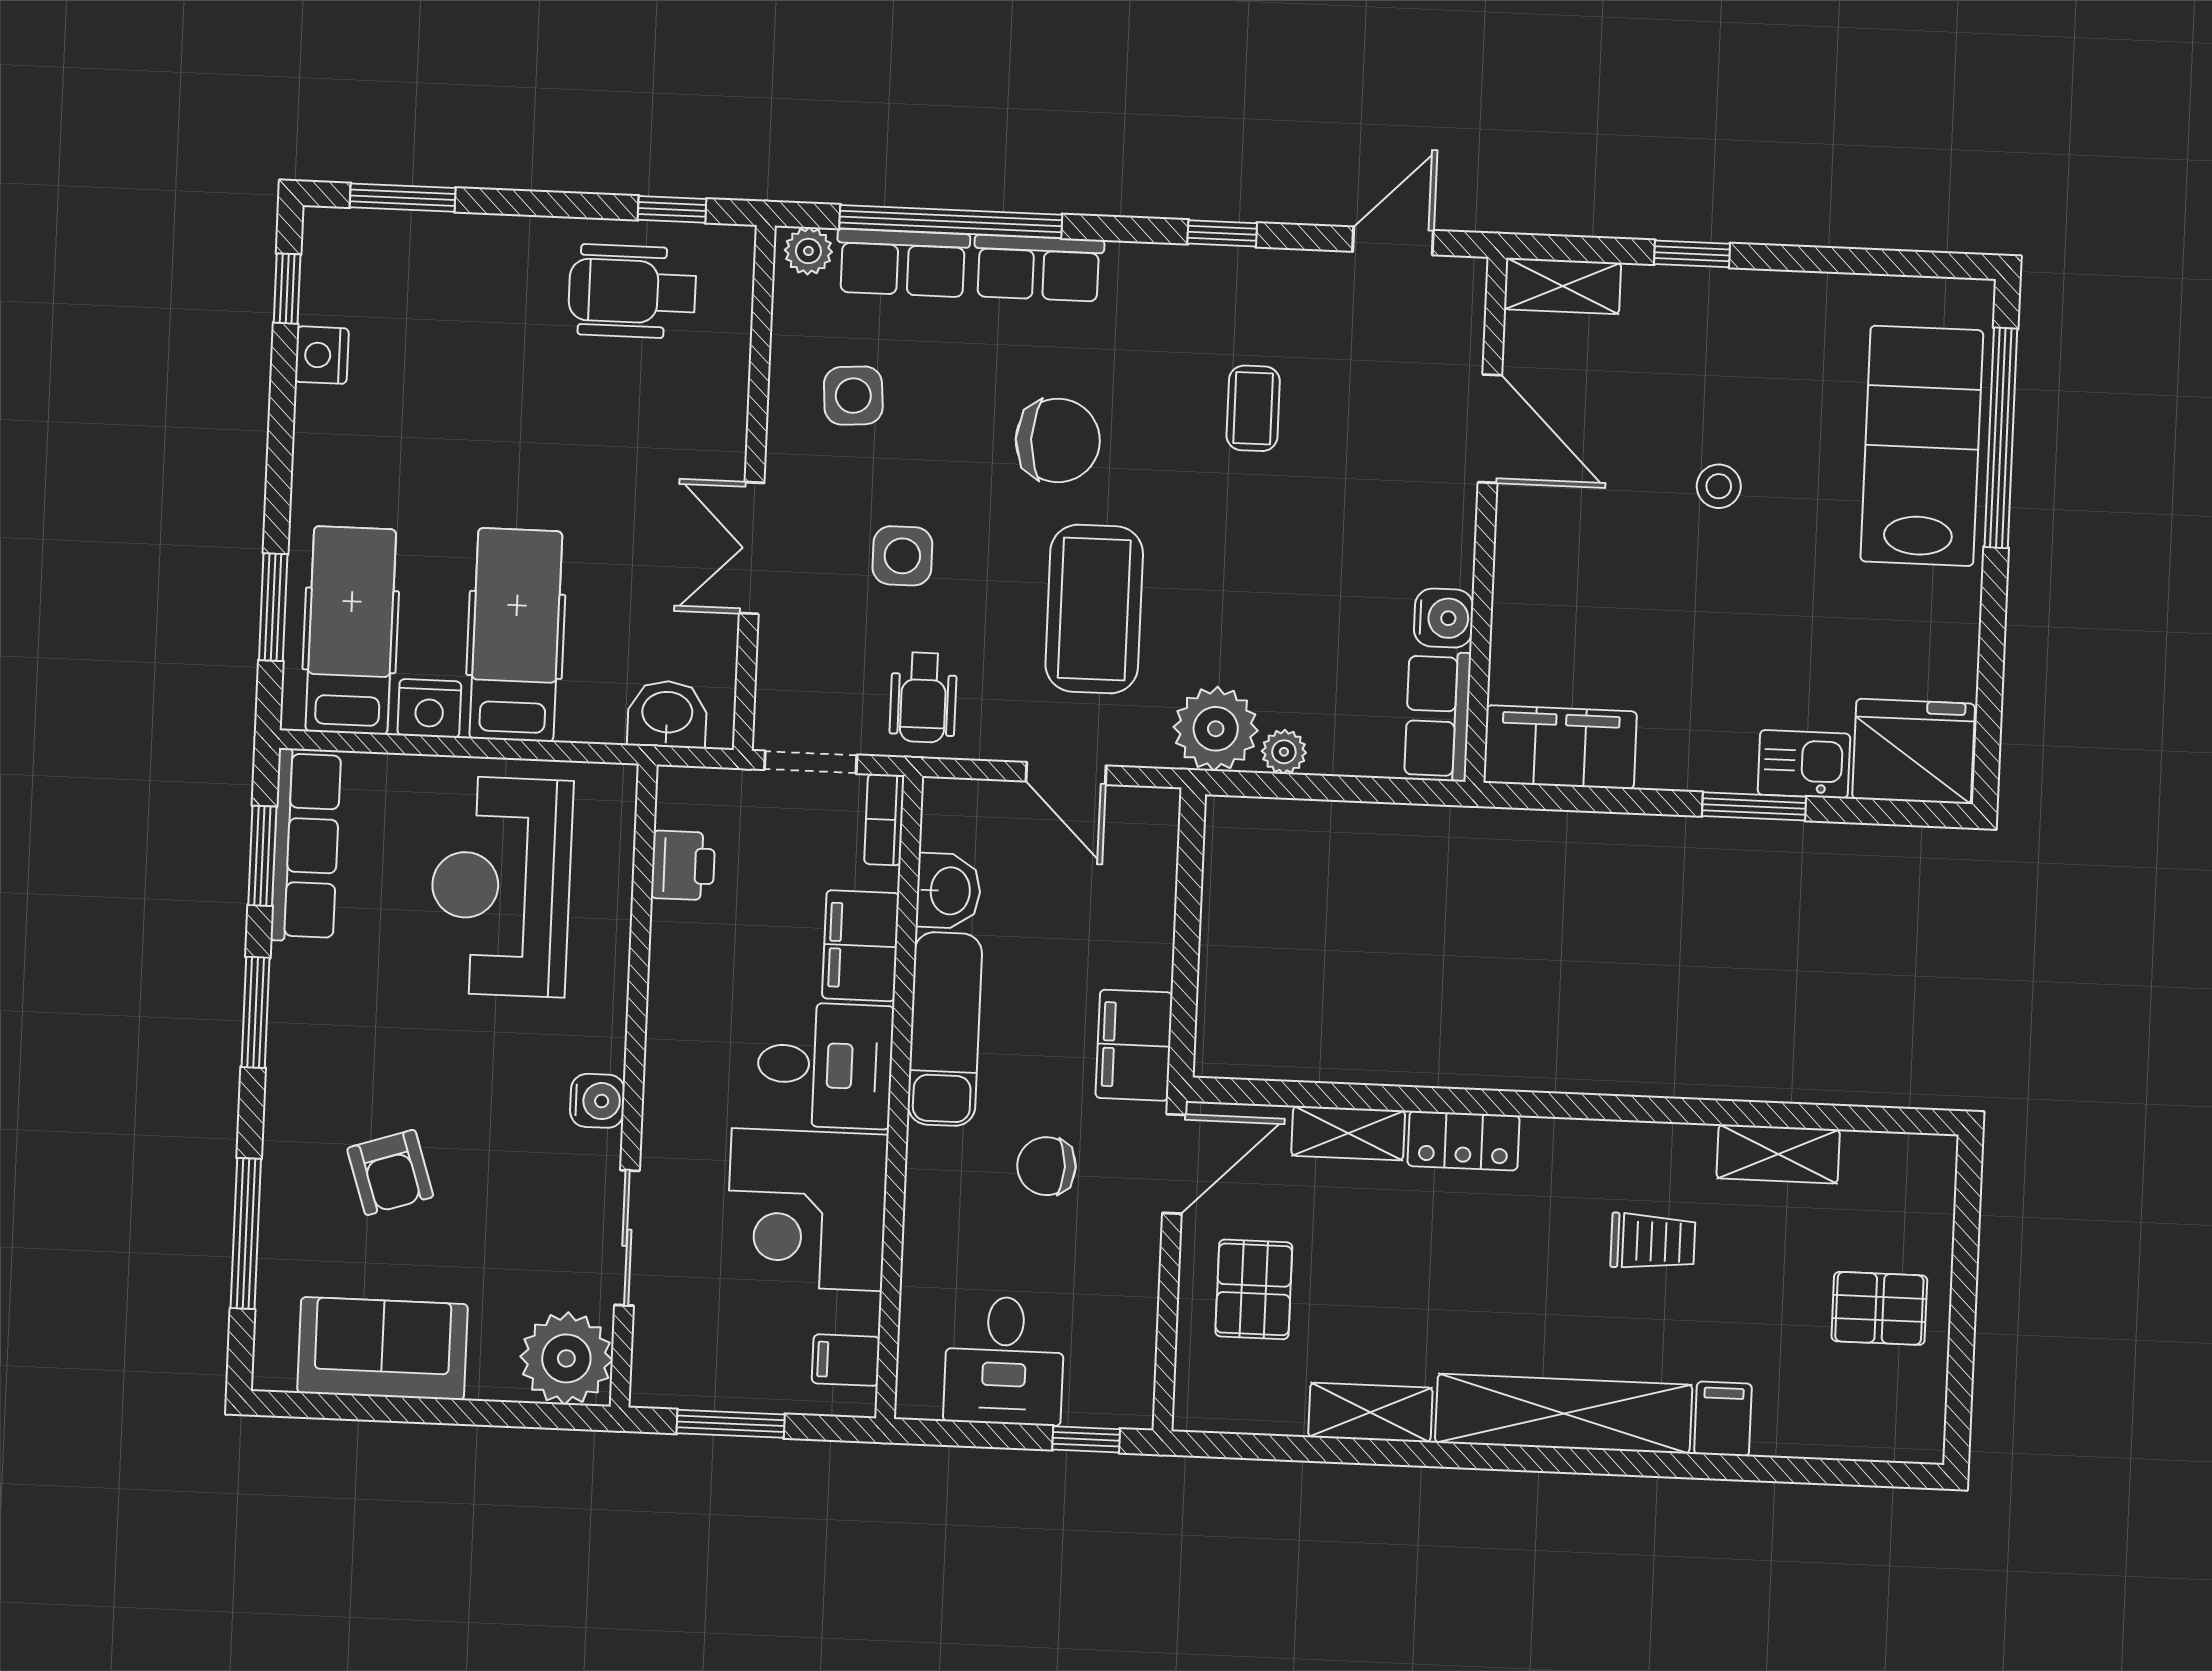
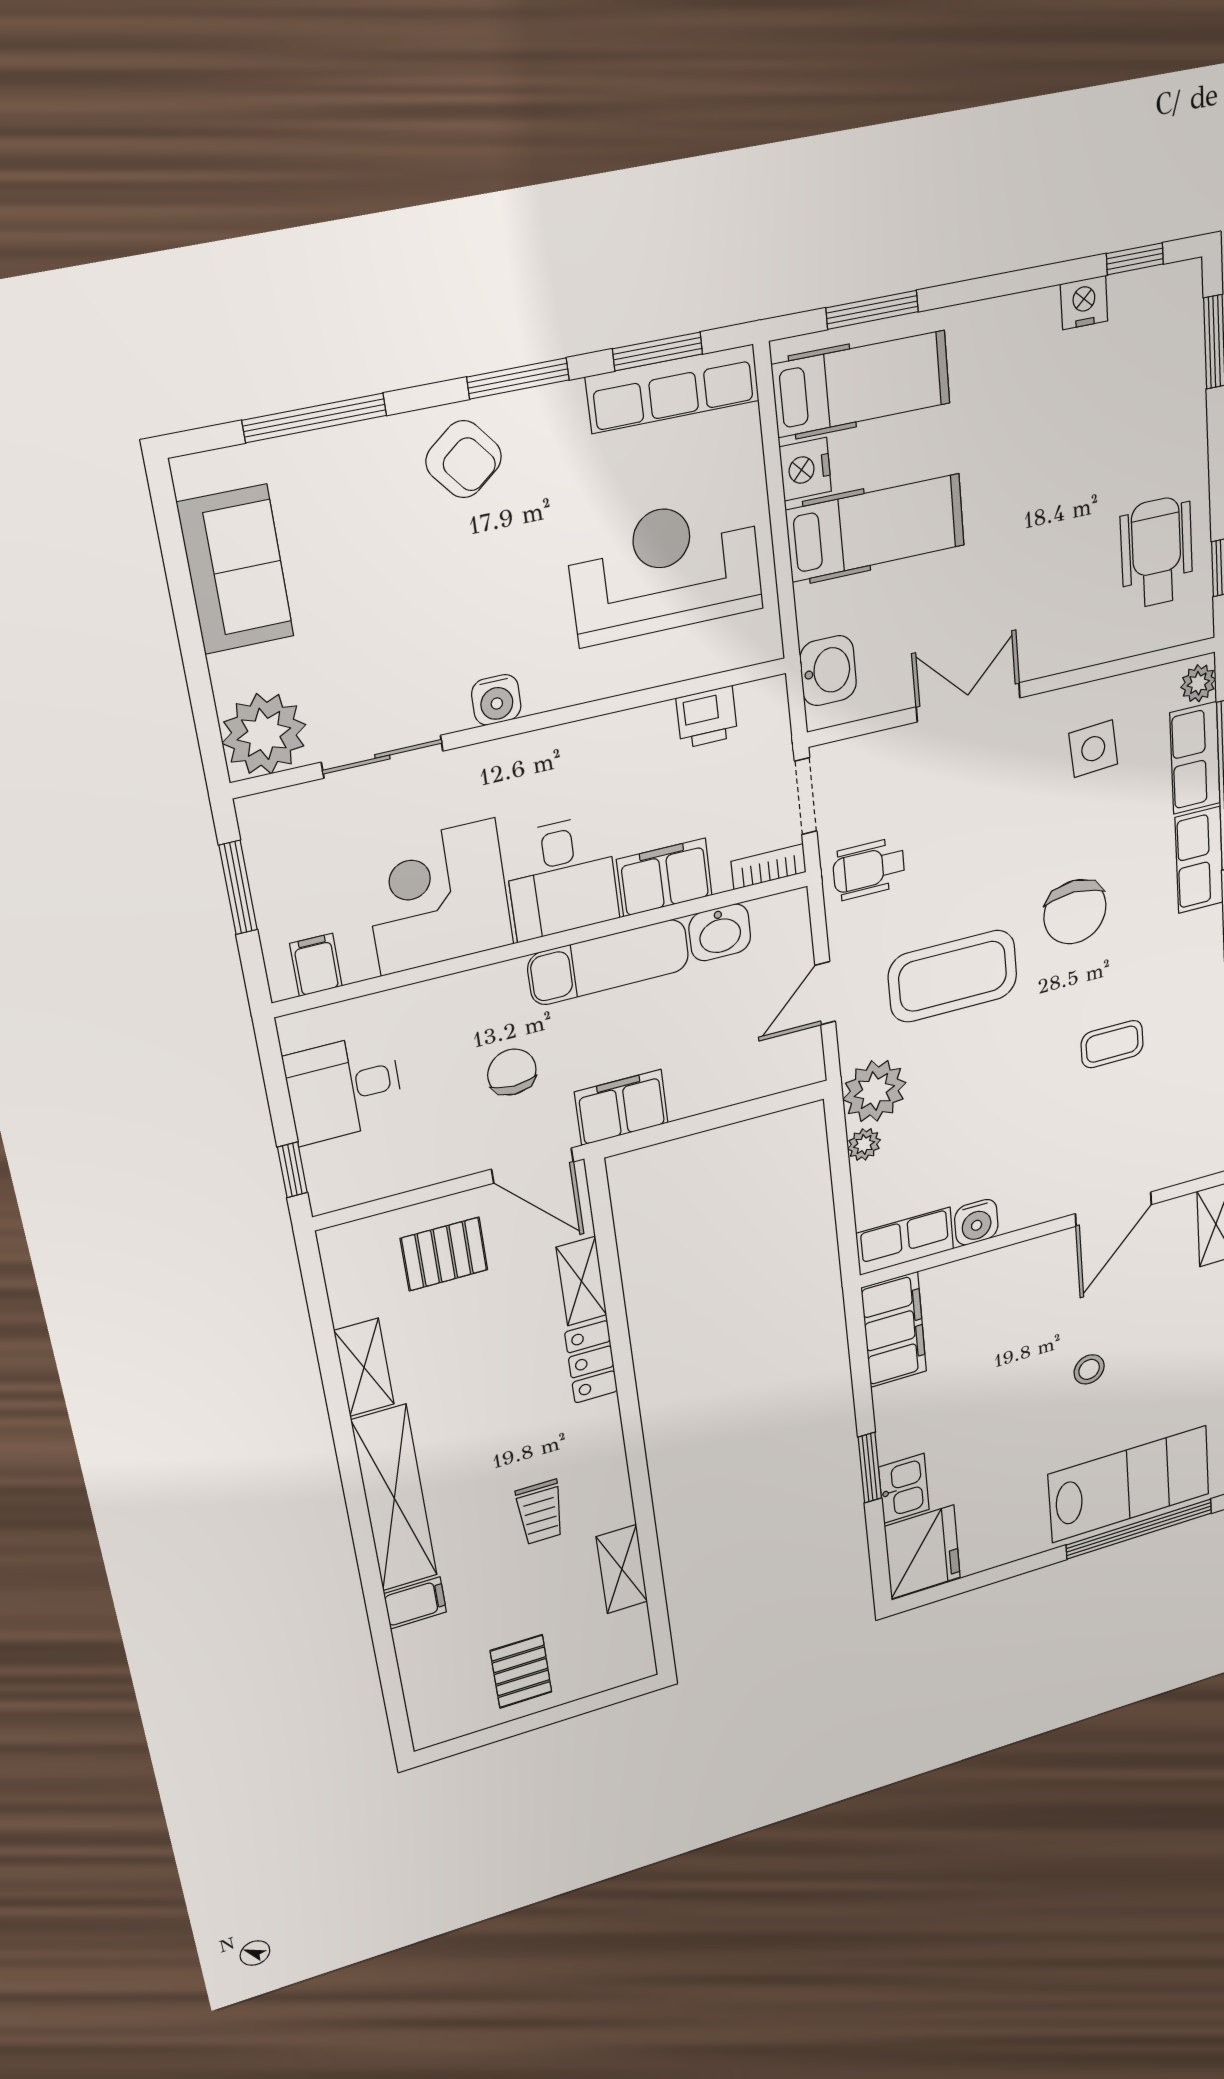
side table: (902, 556) -> (976, 821), removed
armchair: (390, 1172) -> (464, 459), moved, turned -111

